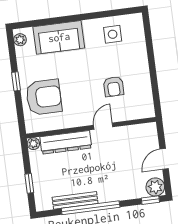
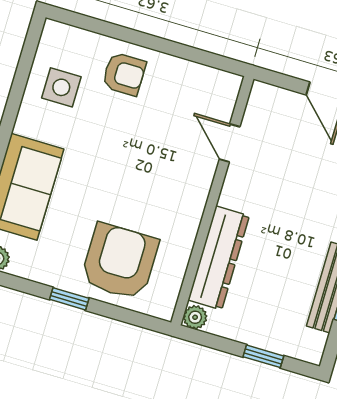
armchair: (114, 87) -> (124, 74), moved
door: (103, 126) -> (230, 143), moved

